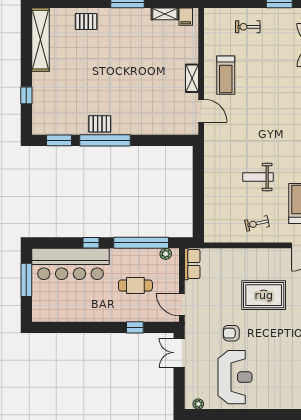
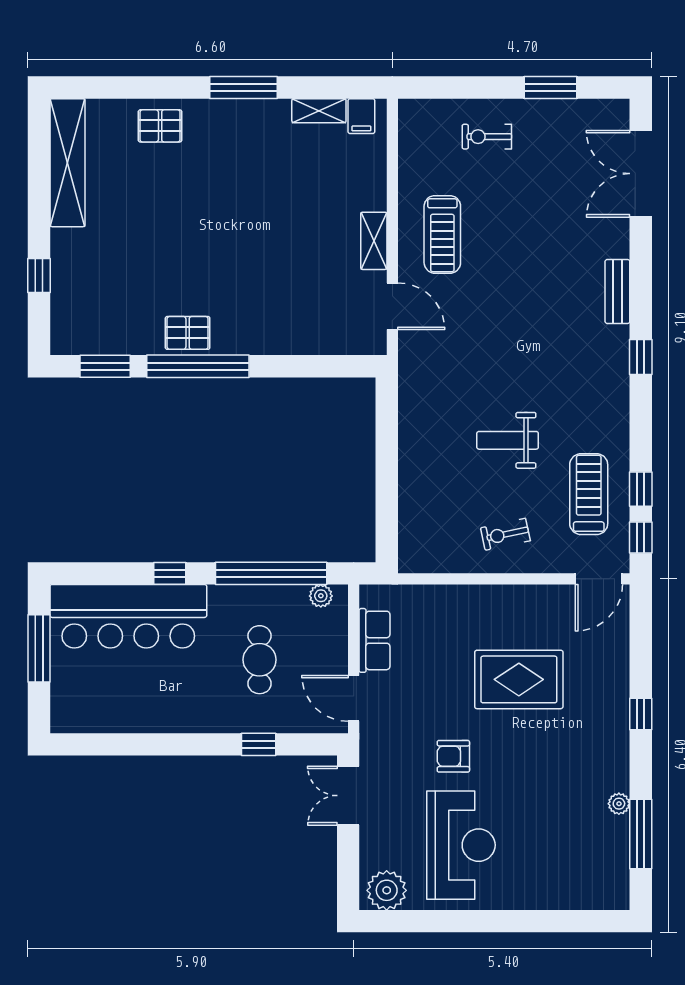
row of seats: (192, 264) -> (374, 640), moved
cafe table: (135, 285) -> (260, 660), turned 90
plant: (198, 404) -> (387, 890), width x1.87, depth x1.87

